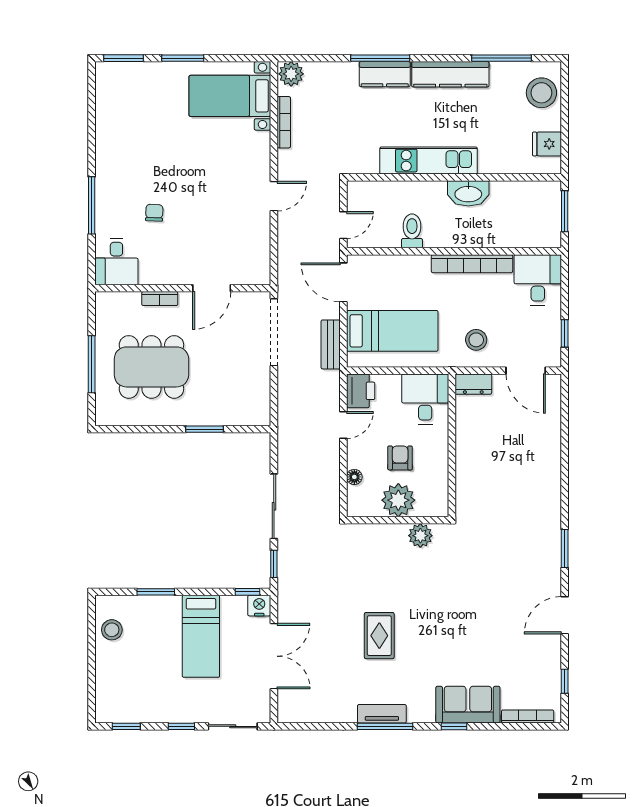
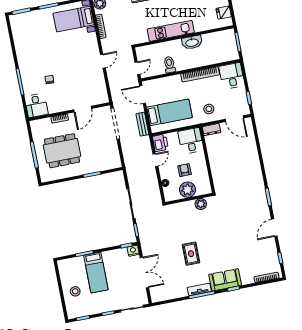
stool: (112, 630) -> (75, 291), moved
bed: (201, 636) -> (96, 273), moved
sofa: (468, 705) -> (225, 280), moved

